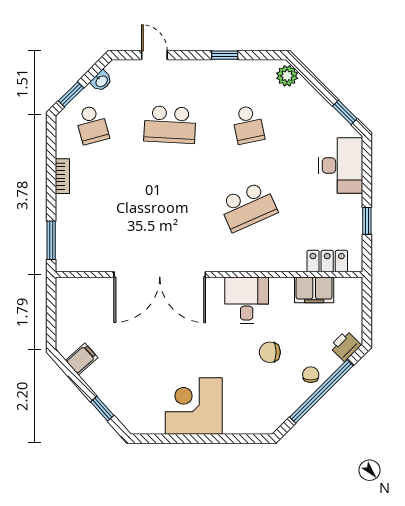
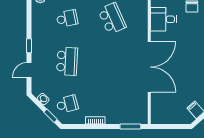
window: (225, 55) -> (29, 46), moved

